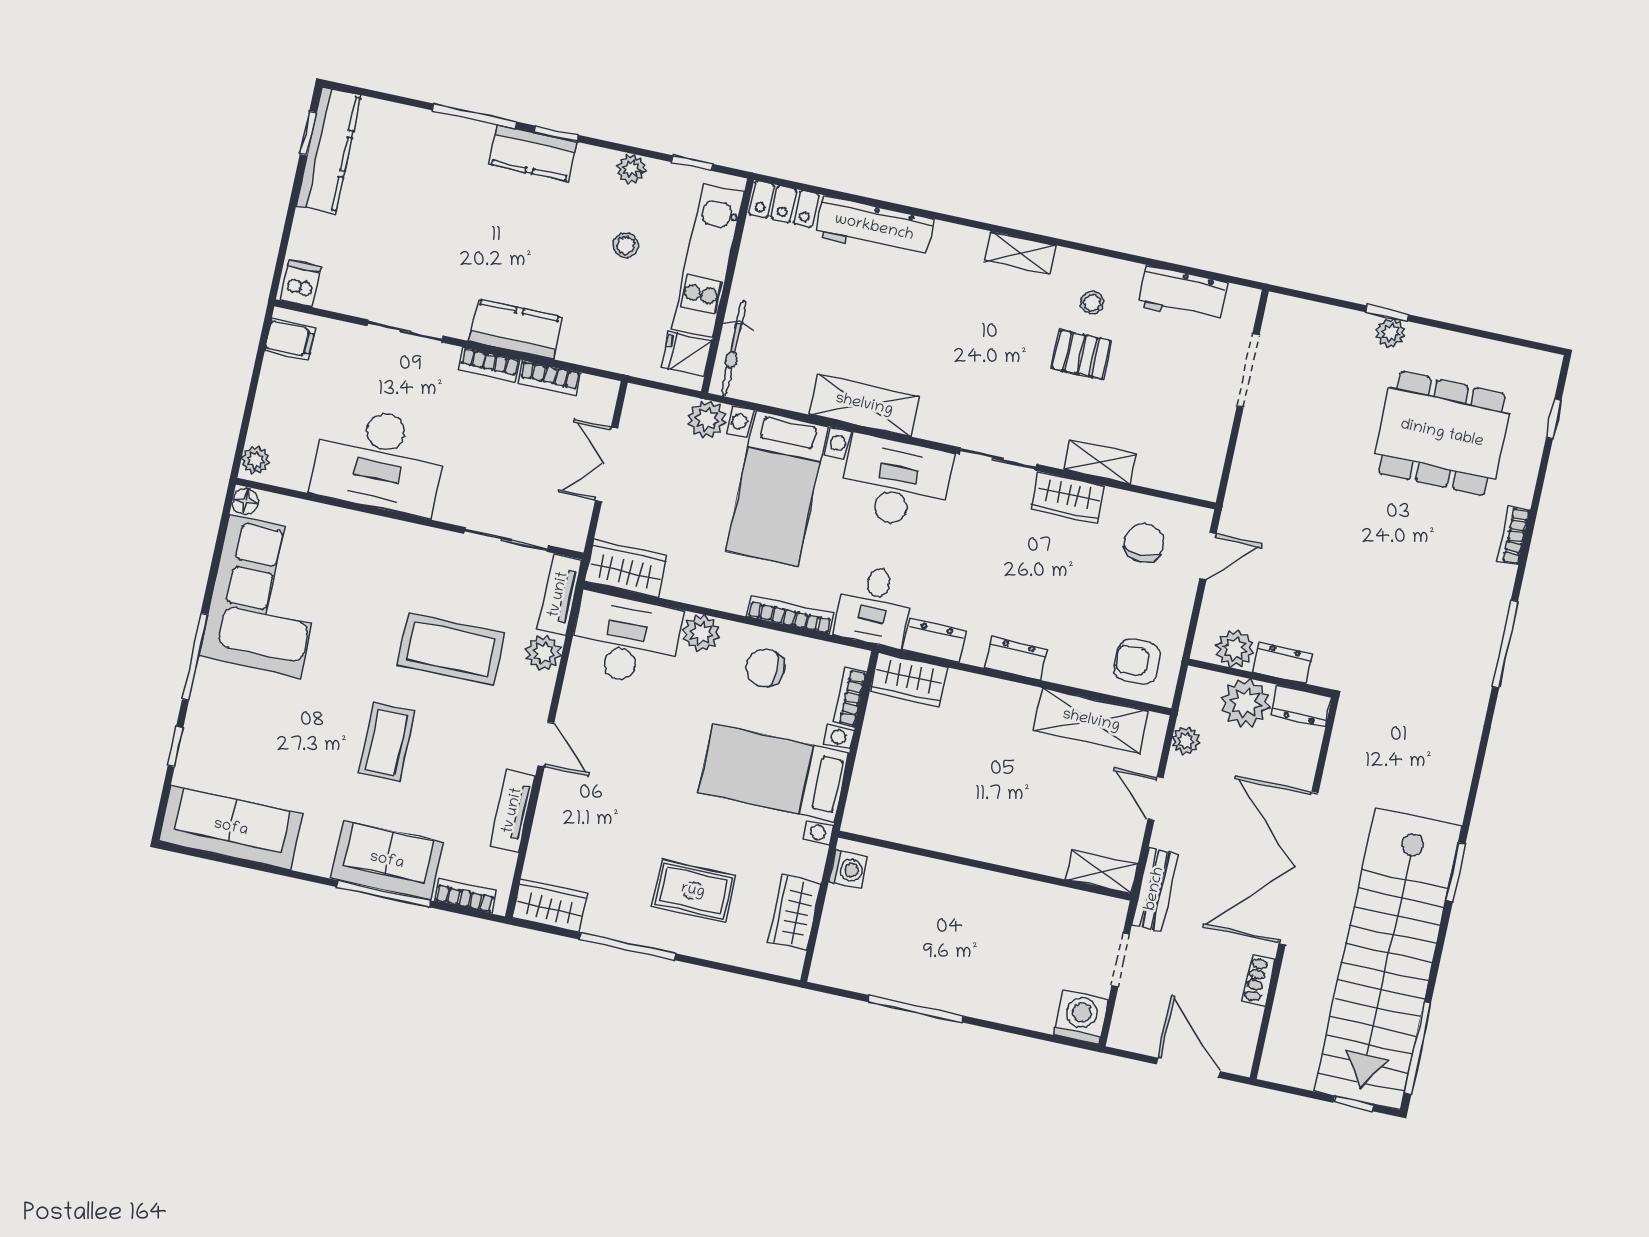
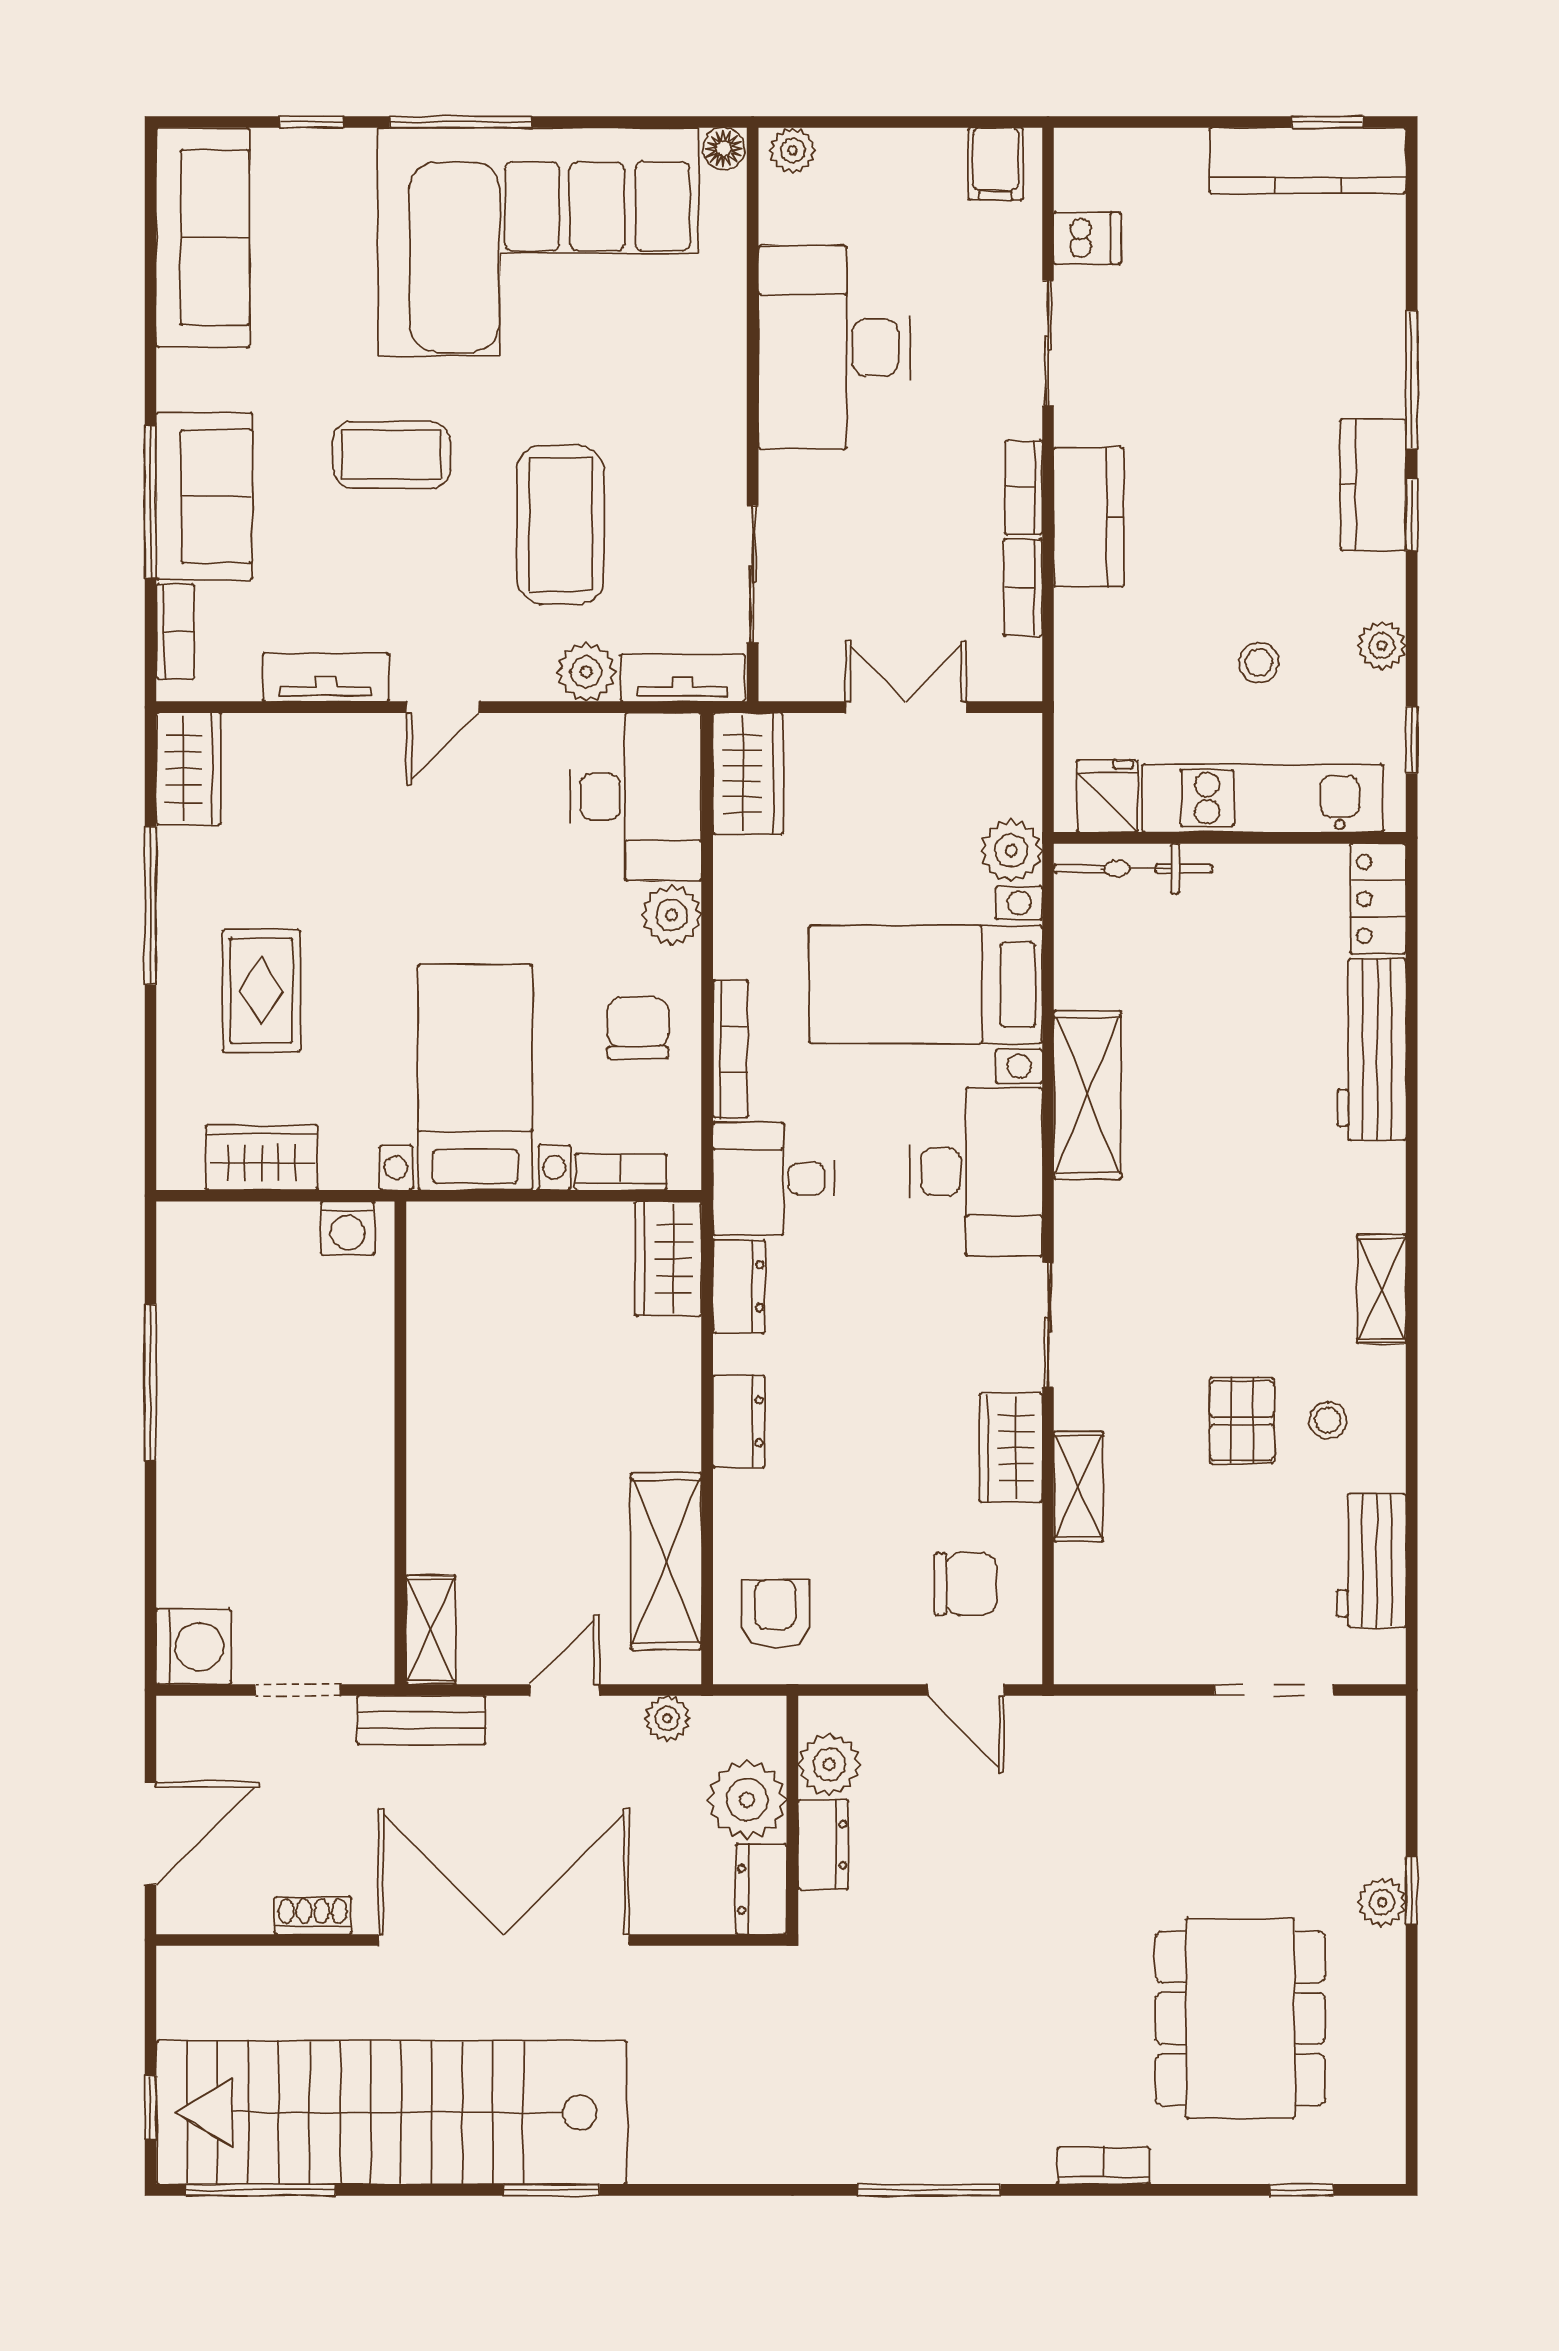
dishwasher: (301, 284) -> (1087, 238), moved
corner sofa: (265, 596) -> (538, 242), width x1.36, depth x1.36

